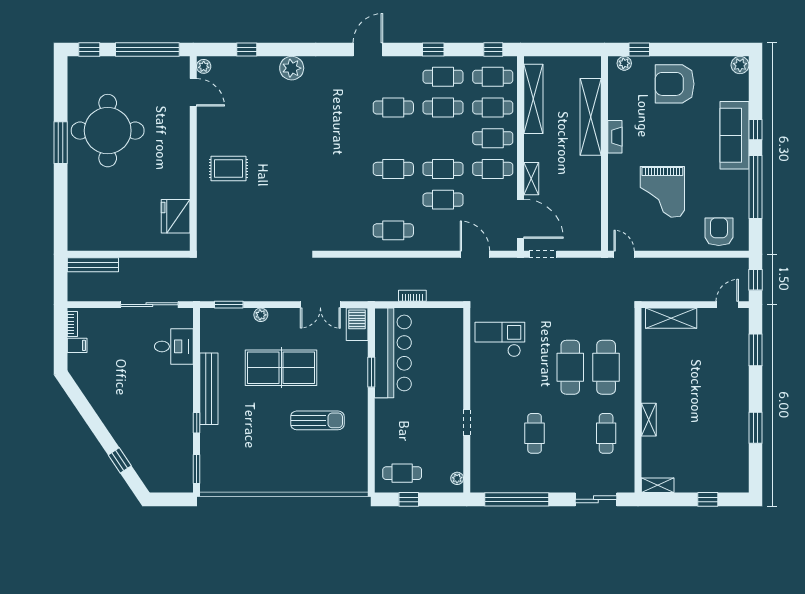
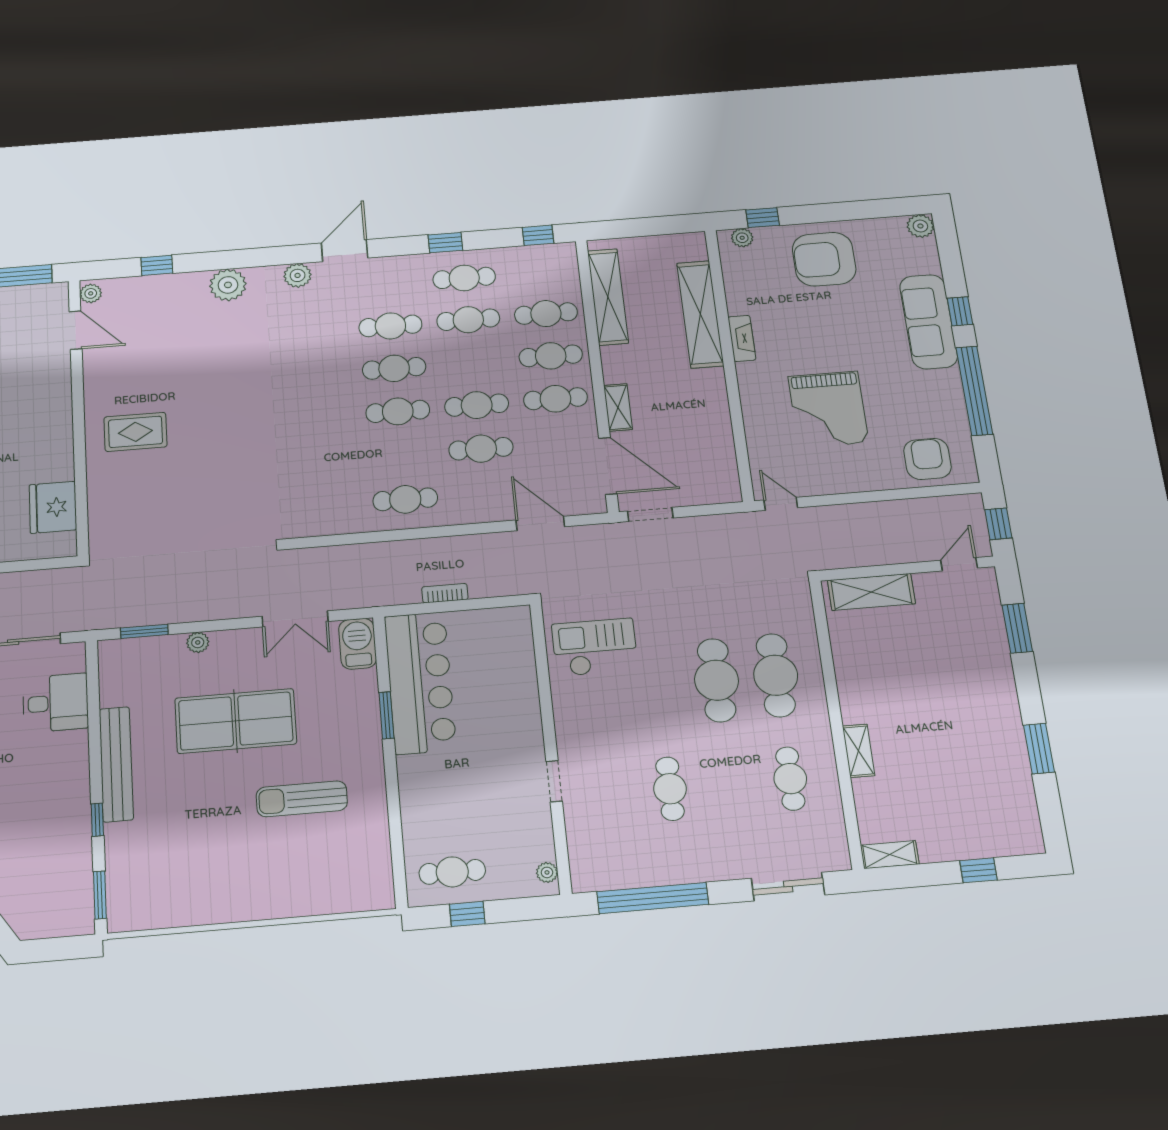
plant: (337, 65) -> (298, 275), added
cafe table: (493, 77) -> (394, 368), moved
sun lounger: (317, 420) -> (302, 799), turned 180

